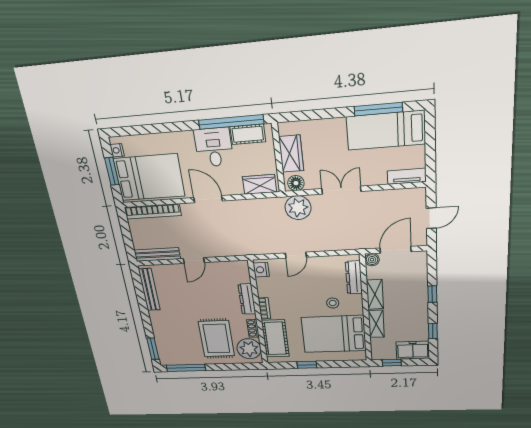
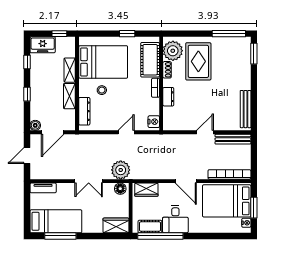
wardrobe: (291, 154) -> (116, 225), moved, turned 90
boiler: (372, 260) -> (35, 125), moved
dresser: (247, 299) -> (168, 97), width x0.70

